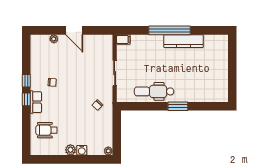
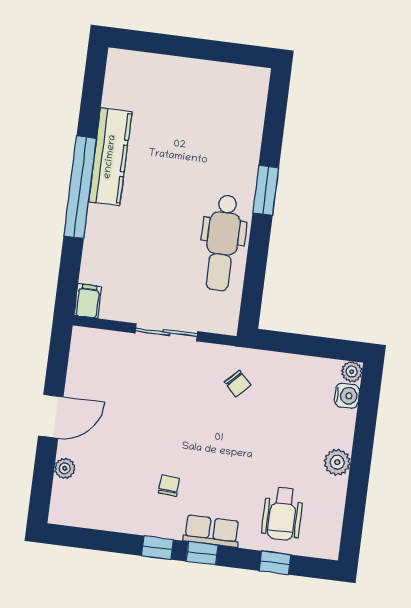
window: (26, 130) -> (275, 563), added
water cooler: (82, 150) -> (347, 396), moved

